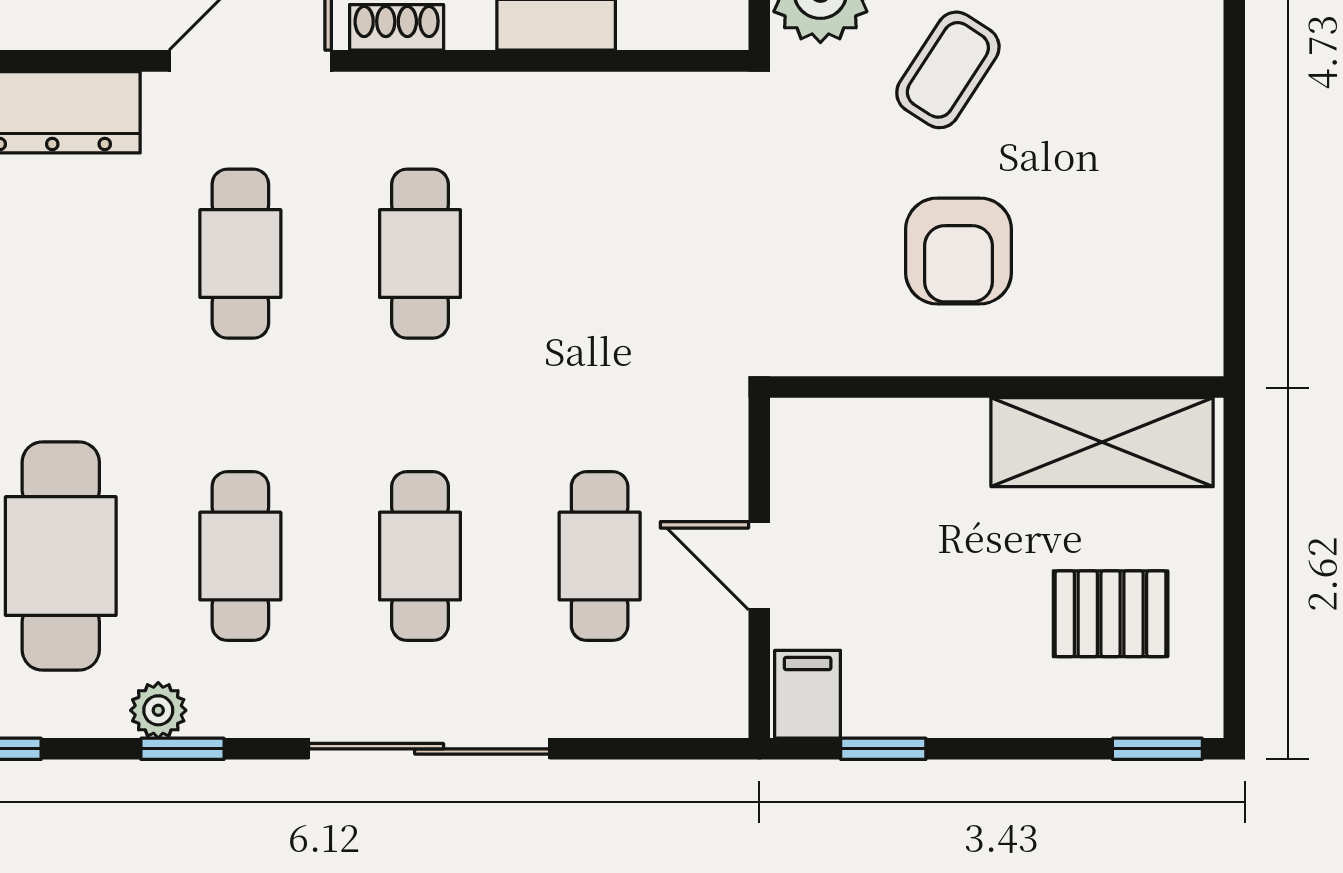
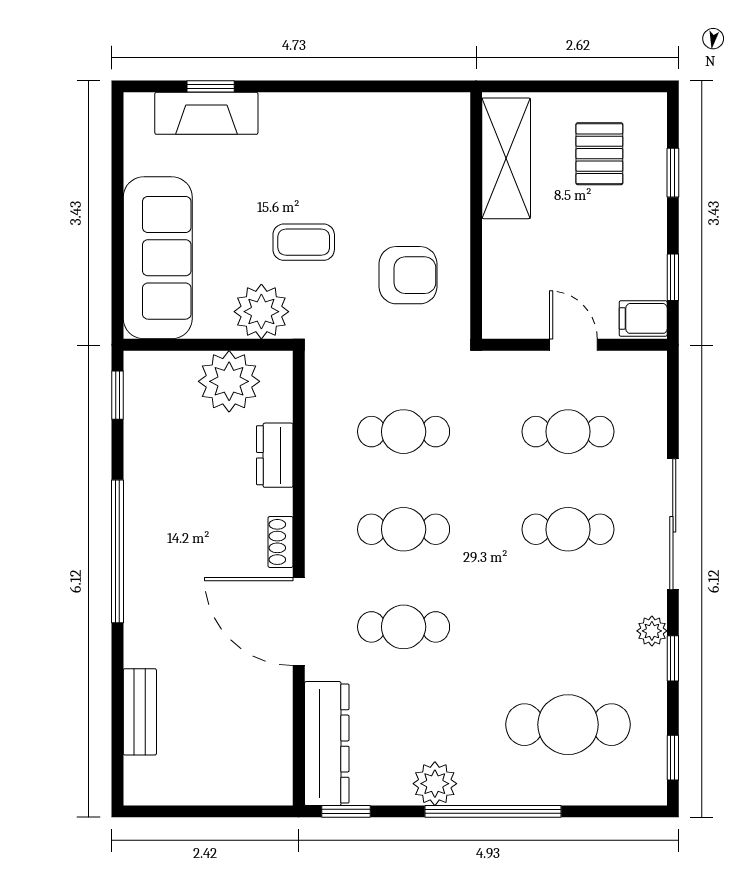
coffee table: (948, 70) -> (304, 242), turned -33
armchair: (959, 251) -> (408, 275), moved
cafe table: (240, 556) -> (404, 432), moved
door: (759, 566) -> (573, 345), swing flipped
plant: (158, 710) -> (652, 631), moved
window: (1157, 749) -> (673, 173), moved

